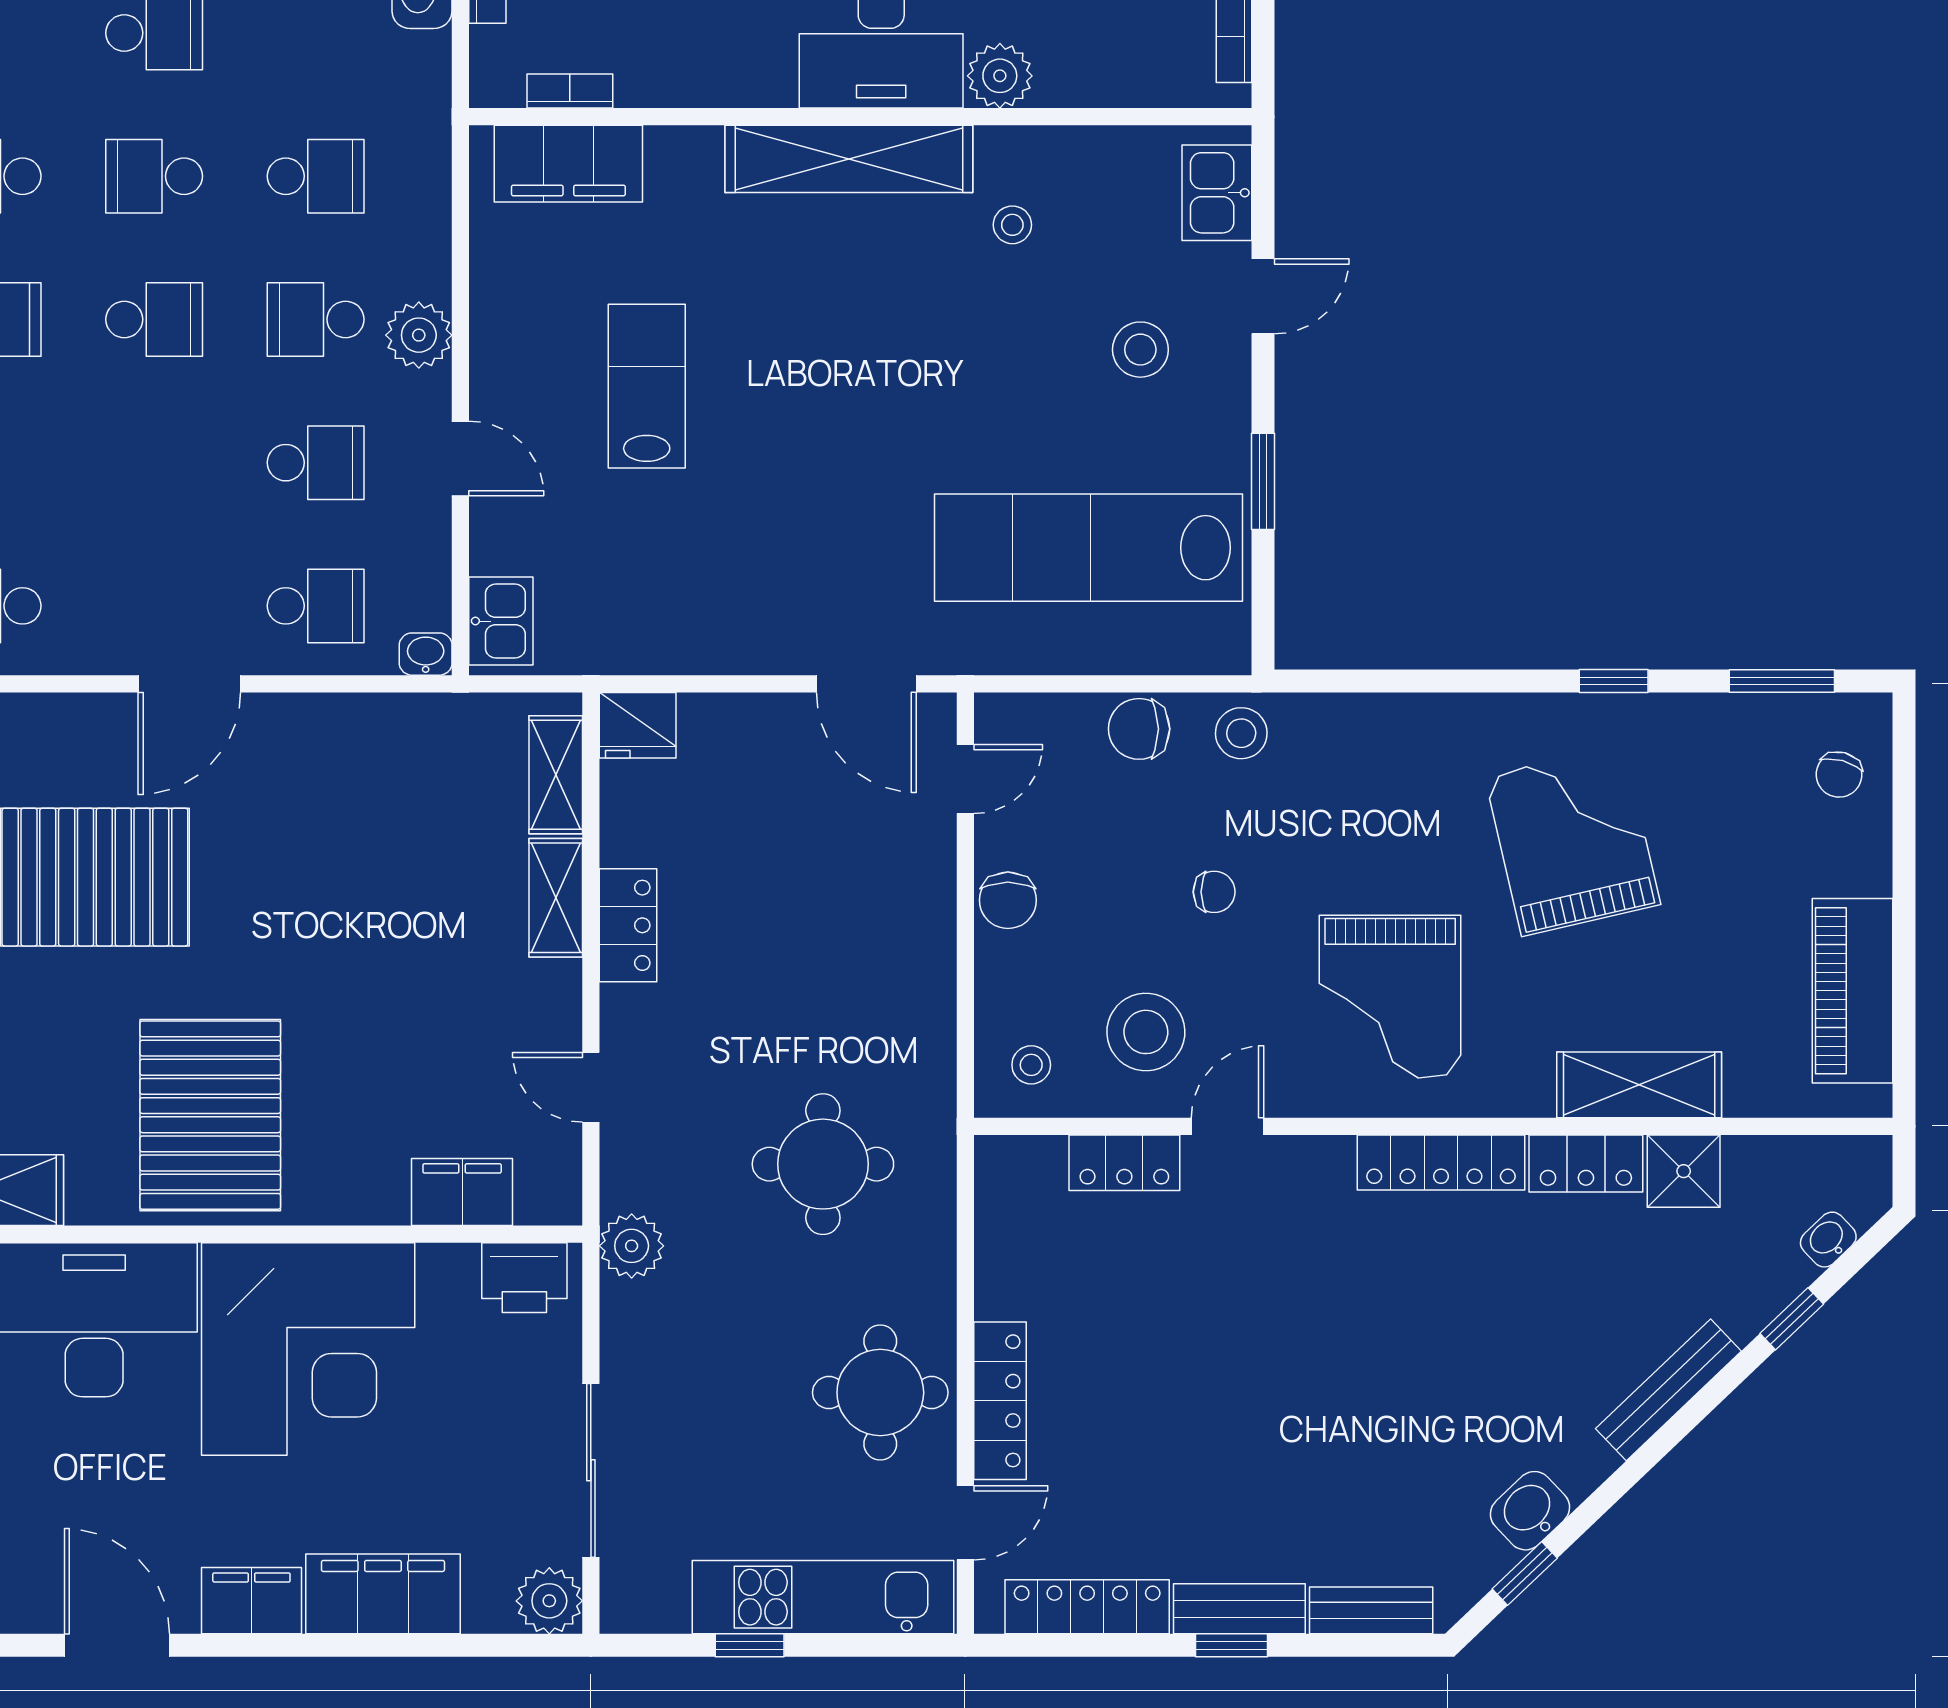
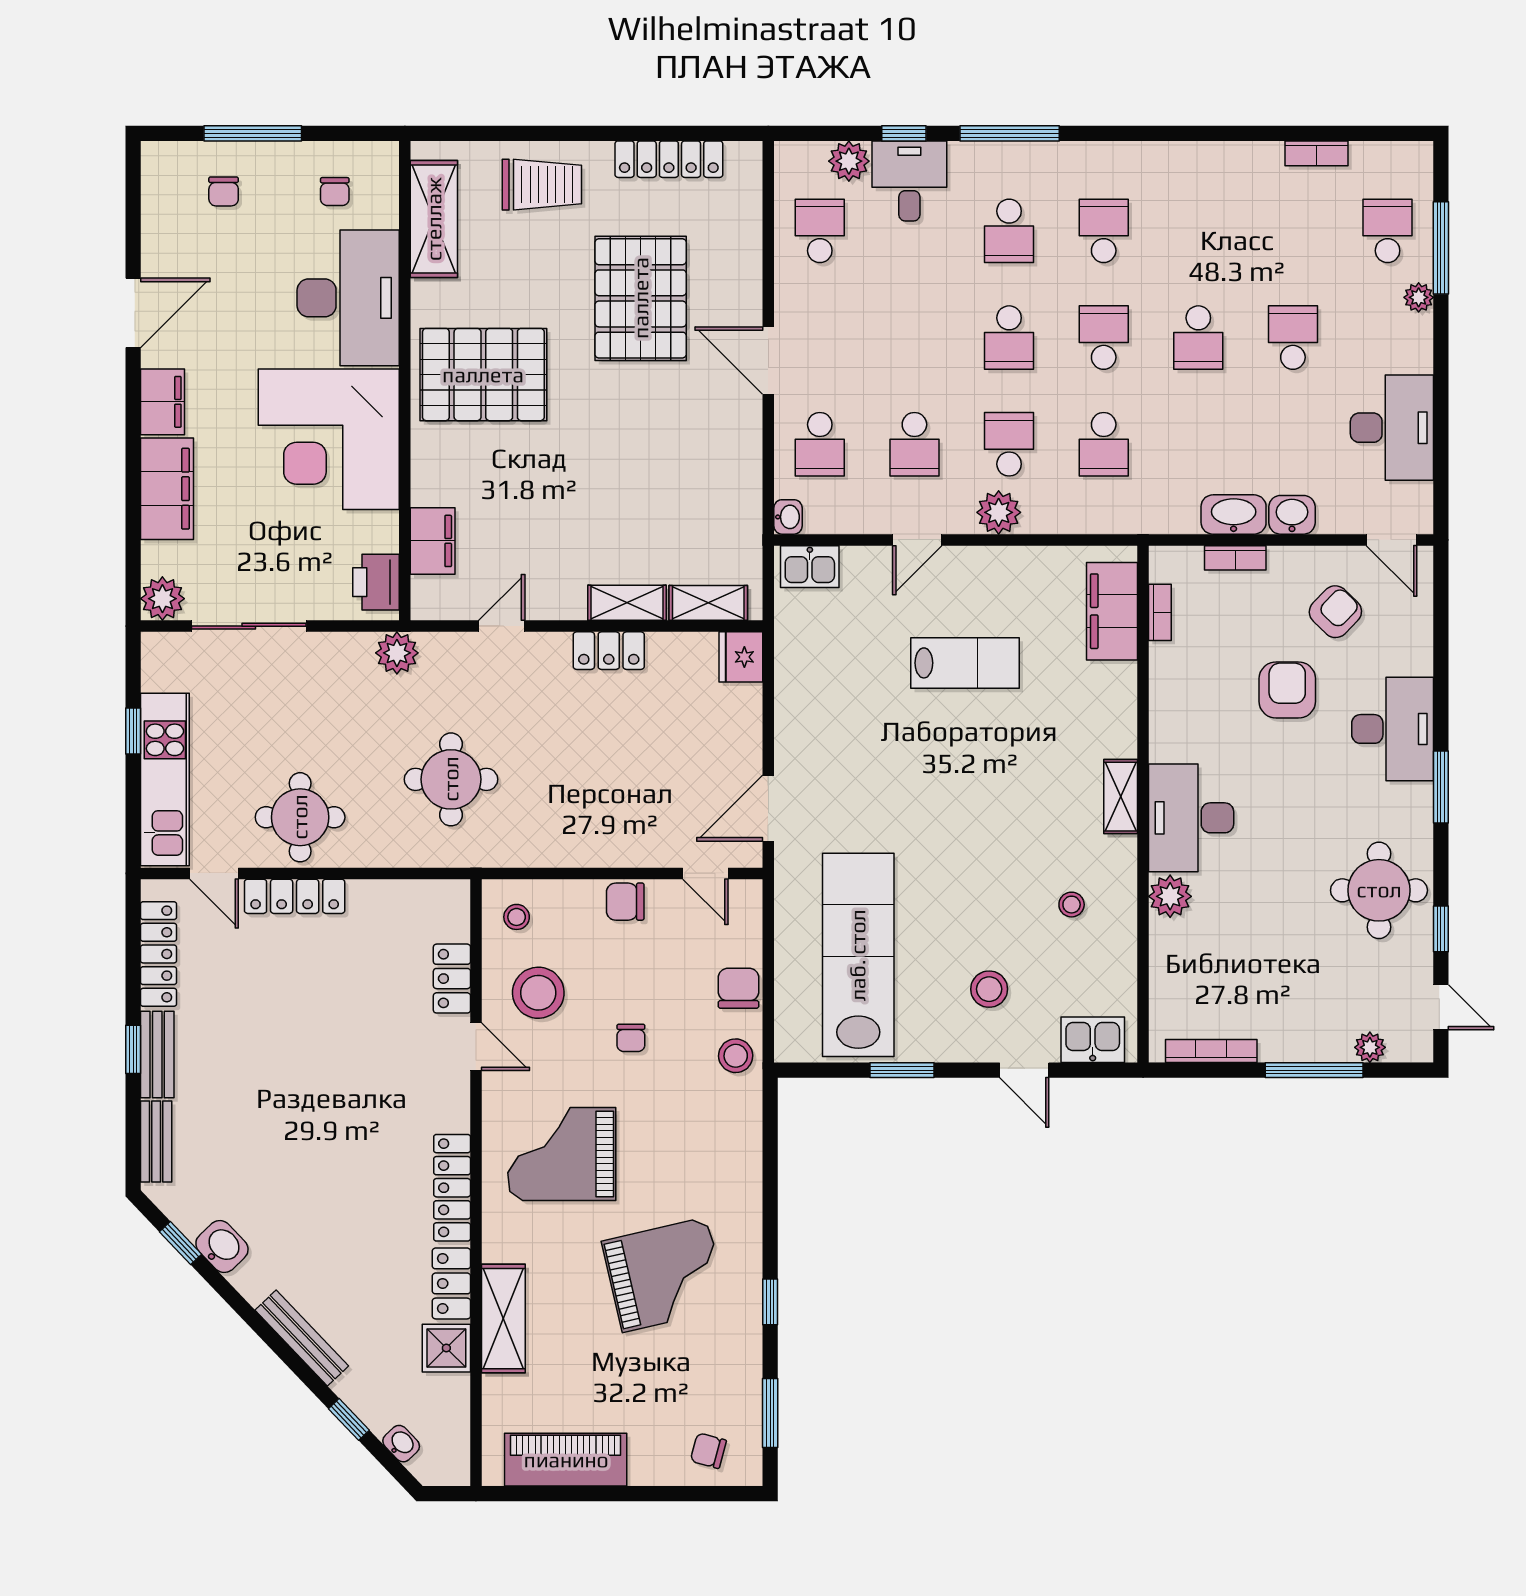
shelving: (849, 159) -> (1121, 797), width x0.45, depth x0.75

